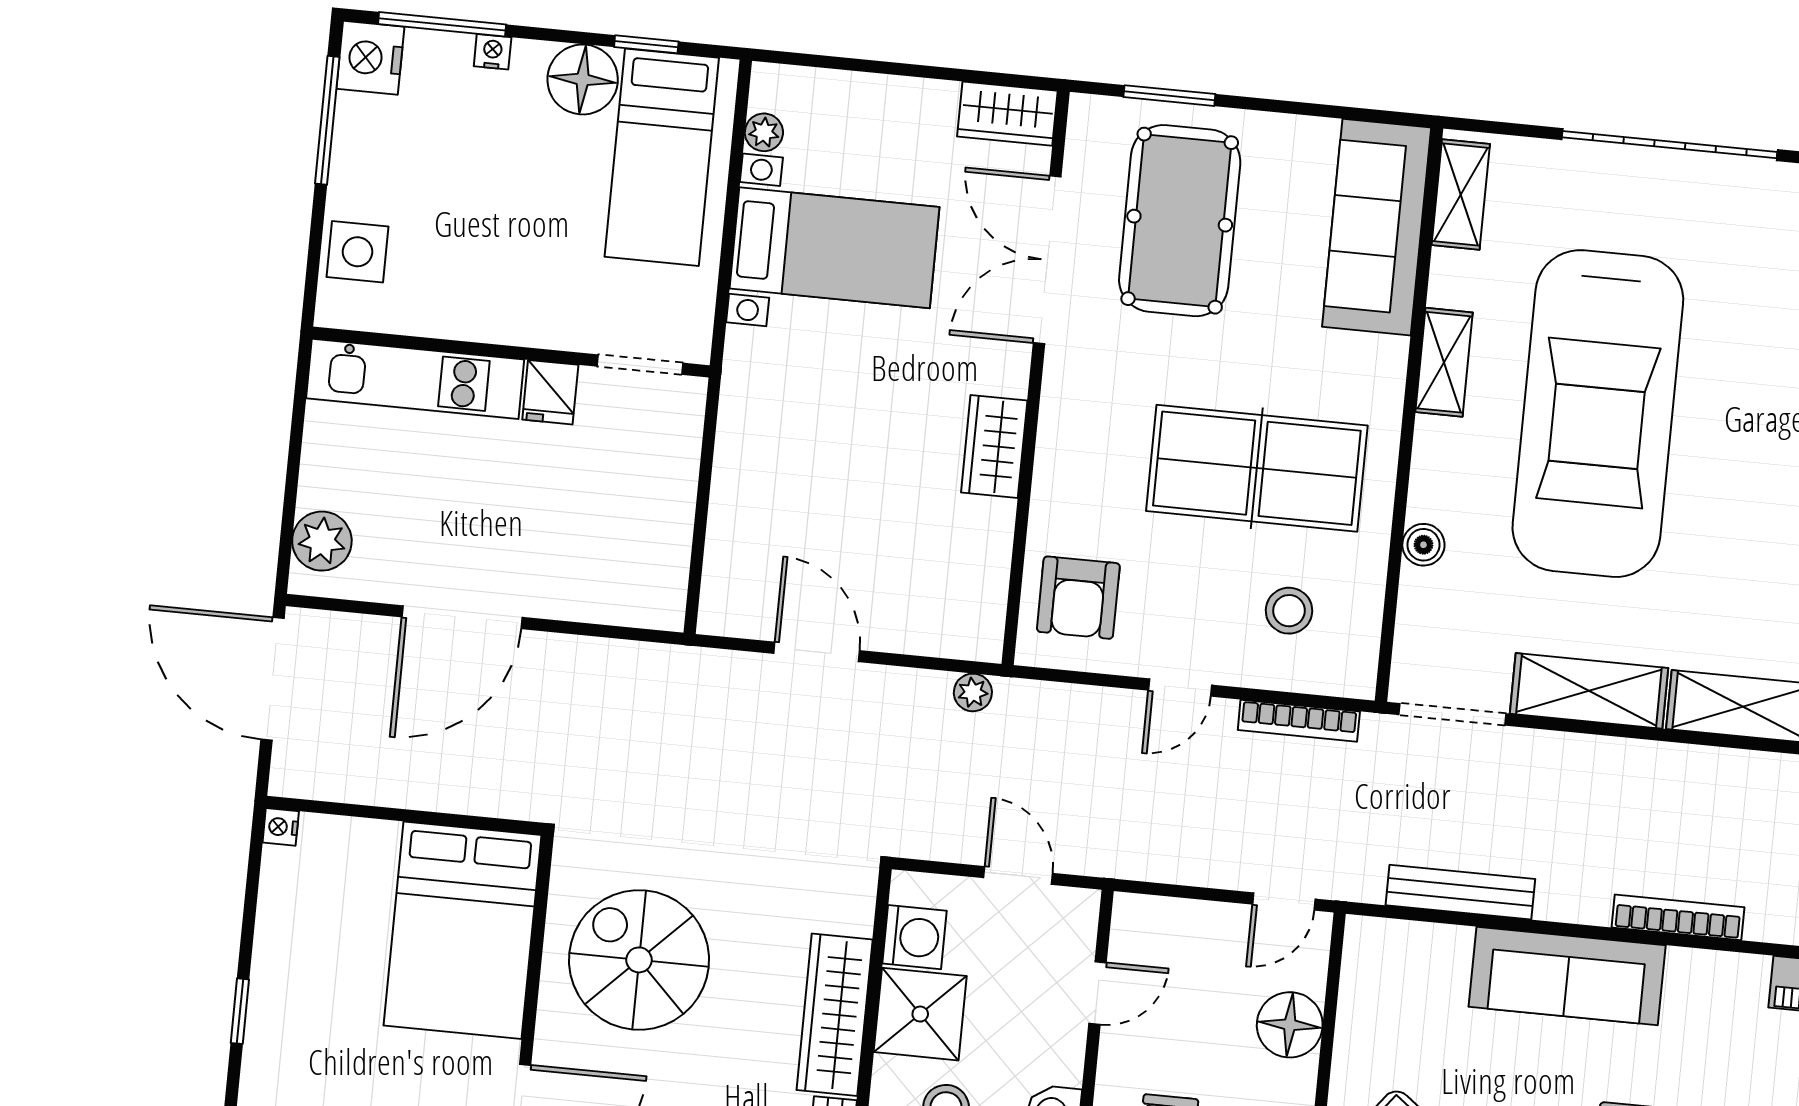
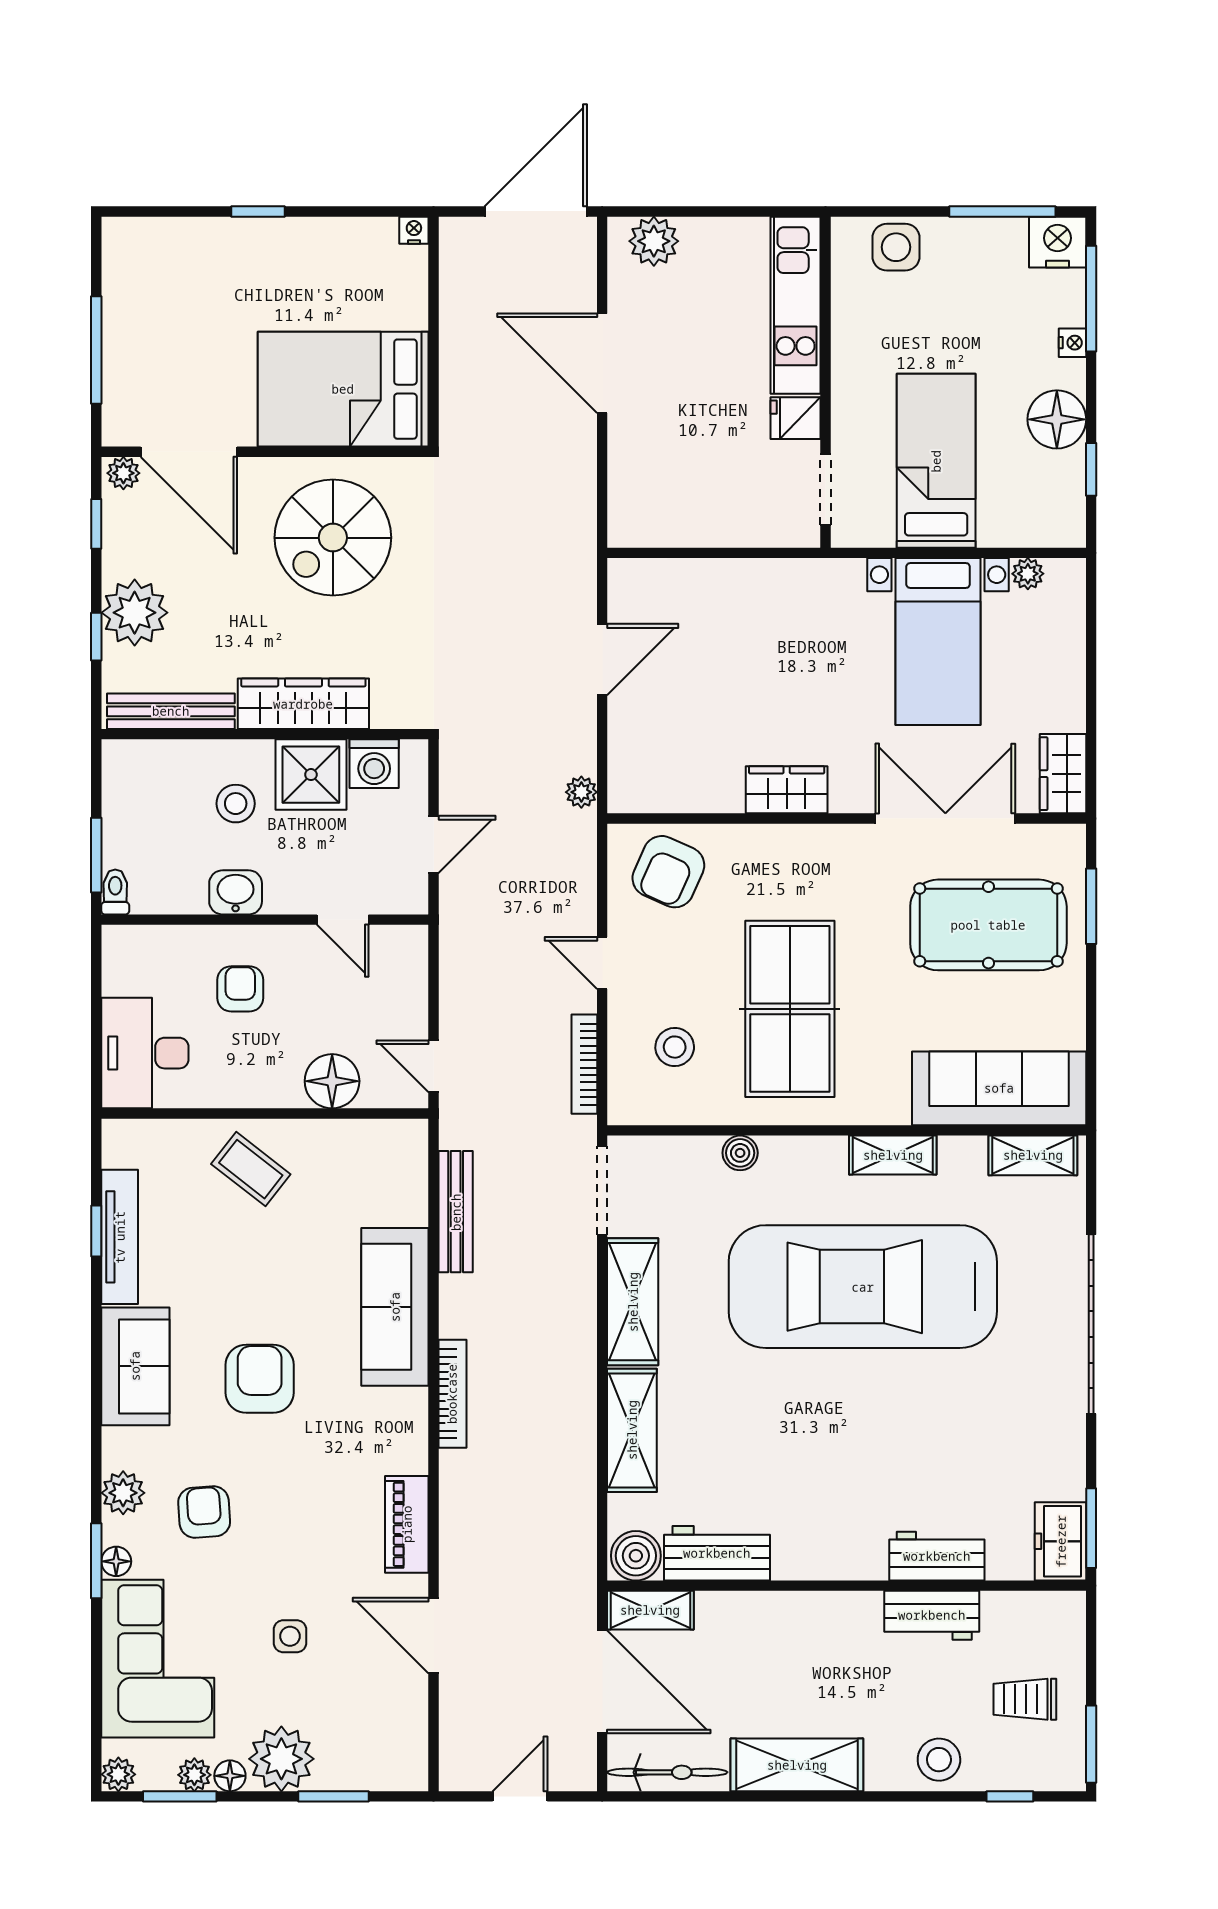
bed: (662, 157) -> (936, 461), moved, turned 90
armchair: (1078, 598) -> (668, 872), turned -66
spiral stairs: (639, 960) -> (333, 538), turned 180

